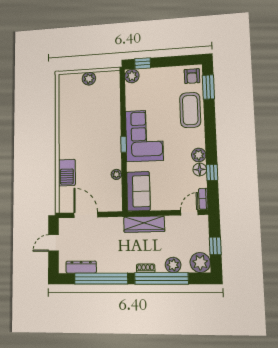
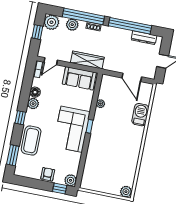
armchair: (192, 76) -> (48, 174), moved
plant: (89, 79) -> (126, 192), moved
window: (212, 172) -> (20, 118), moved
sofa: (138, 191) -> (79, 78), moved, turned -90

